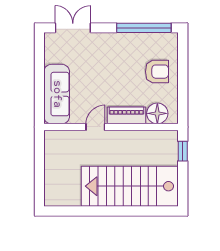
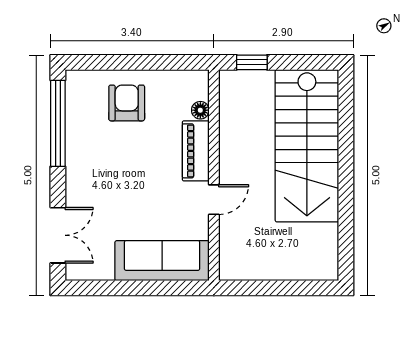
double door: (73, 28) -> (58, 235), swing flipped
floor lamp: (157, 113) -> (200, 110), width x0.53, depth x0.53
door: (95, 127) -> (214, 200), swing flipped

